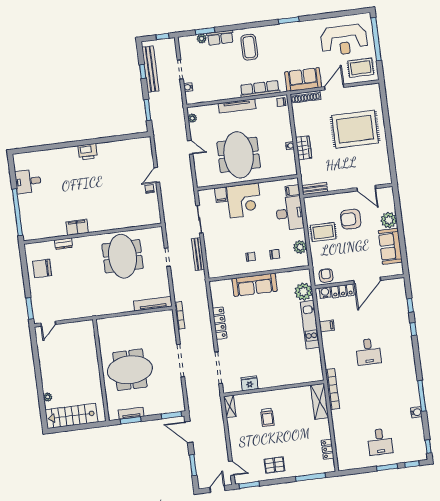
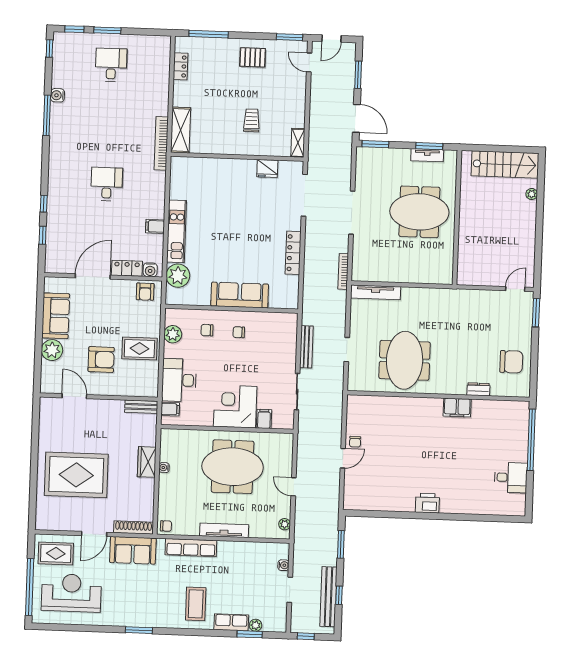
meeting table: (239, 155) -> (233, 467), turned 90

